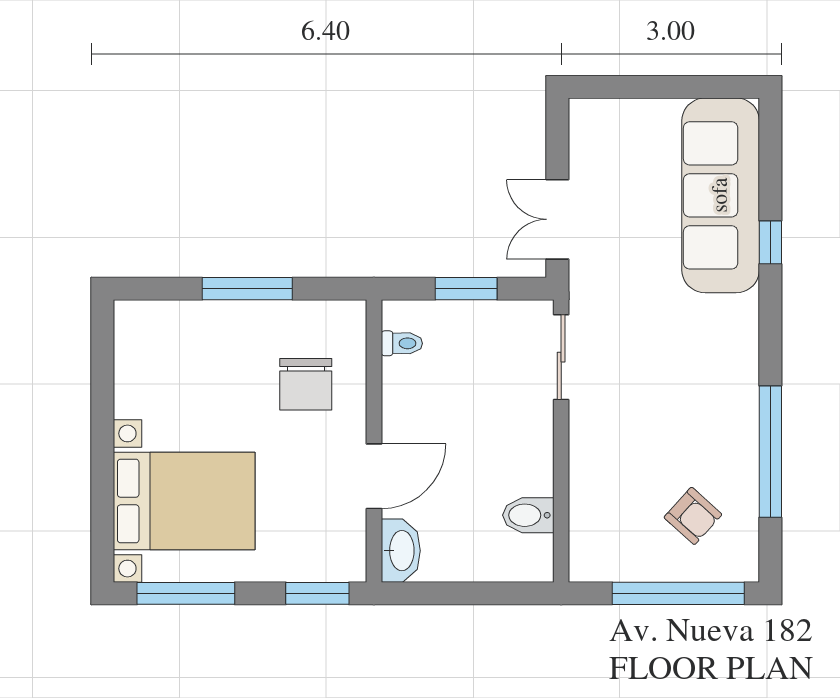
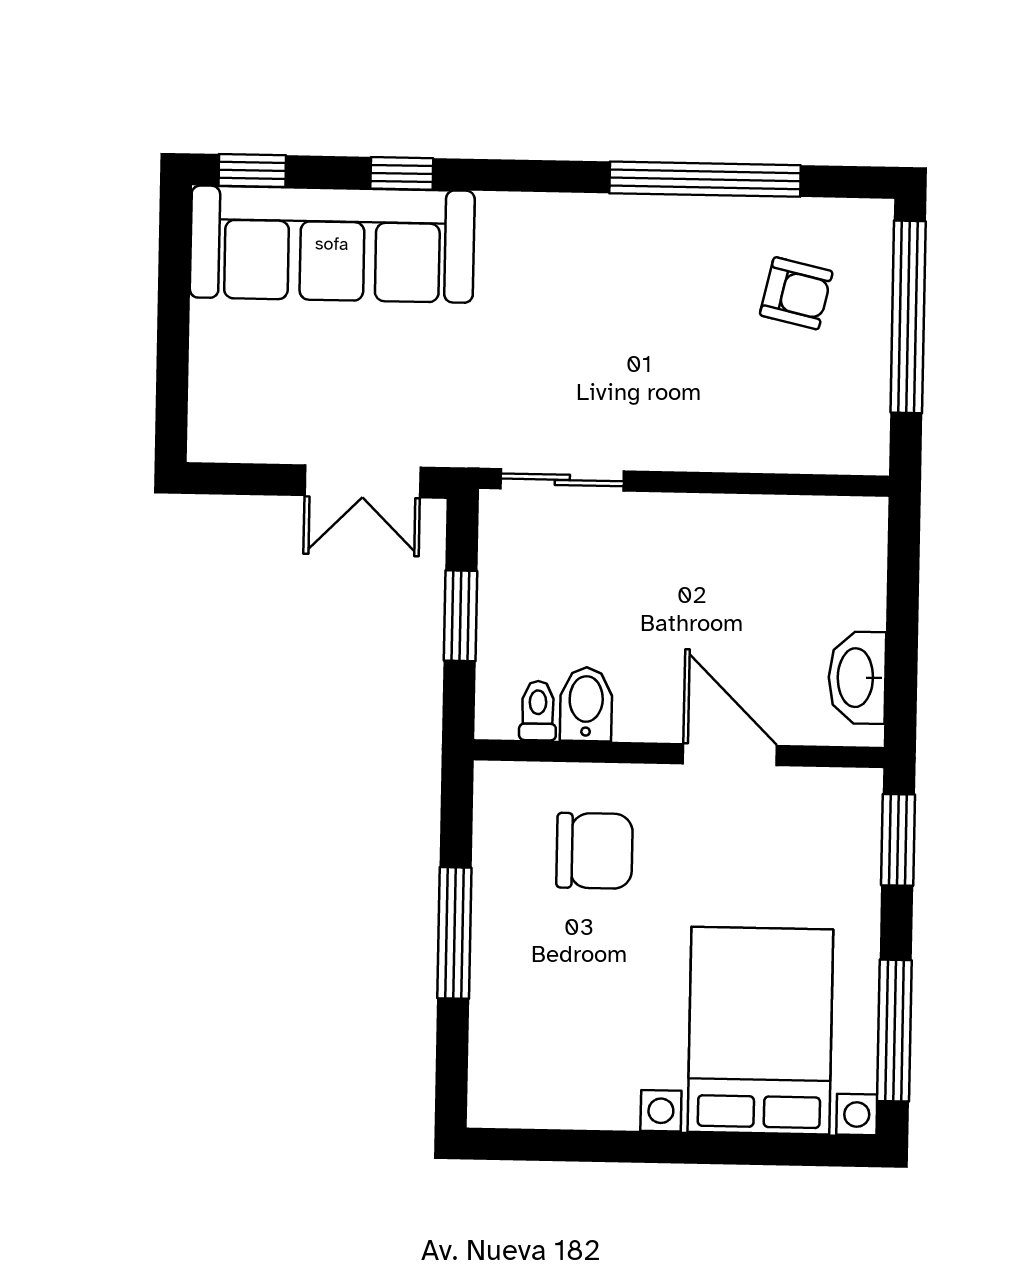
window: (770, 139) -> (252, 170), added
bidet: (528, 515) -> (586, 704), moved, turned 180
armchair: (693, 516) -> (796, 293), turned 61
washbasin: (401, 551) -> (857, 678), moved, turned -90

